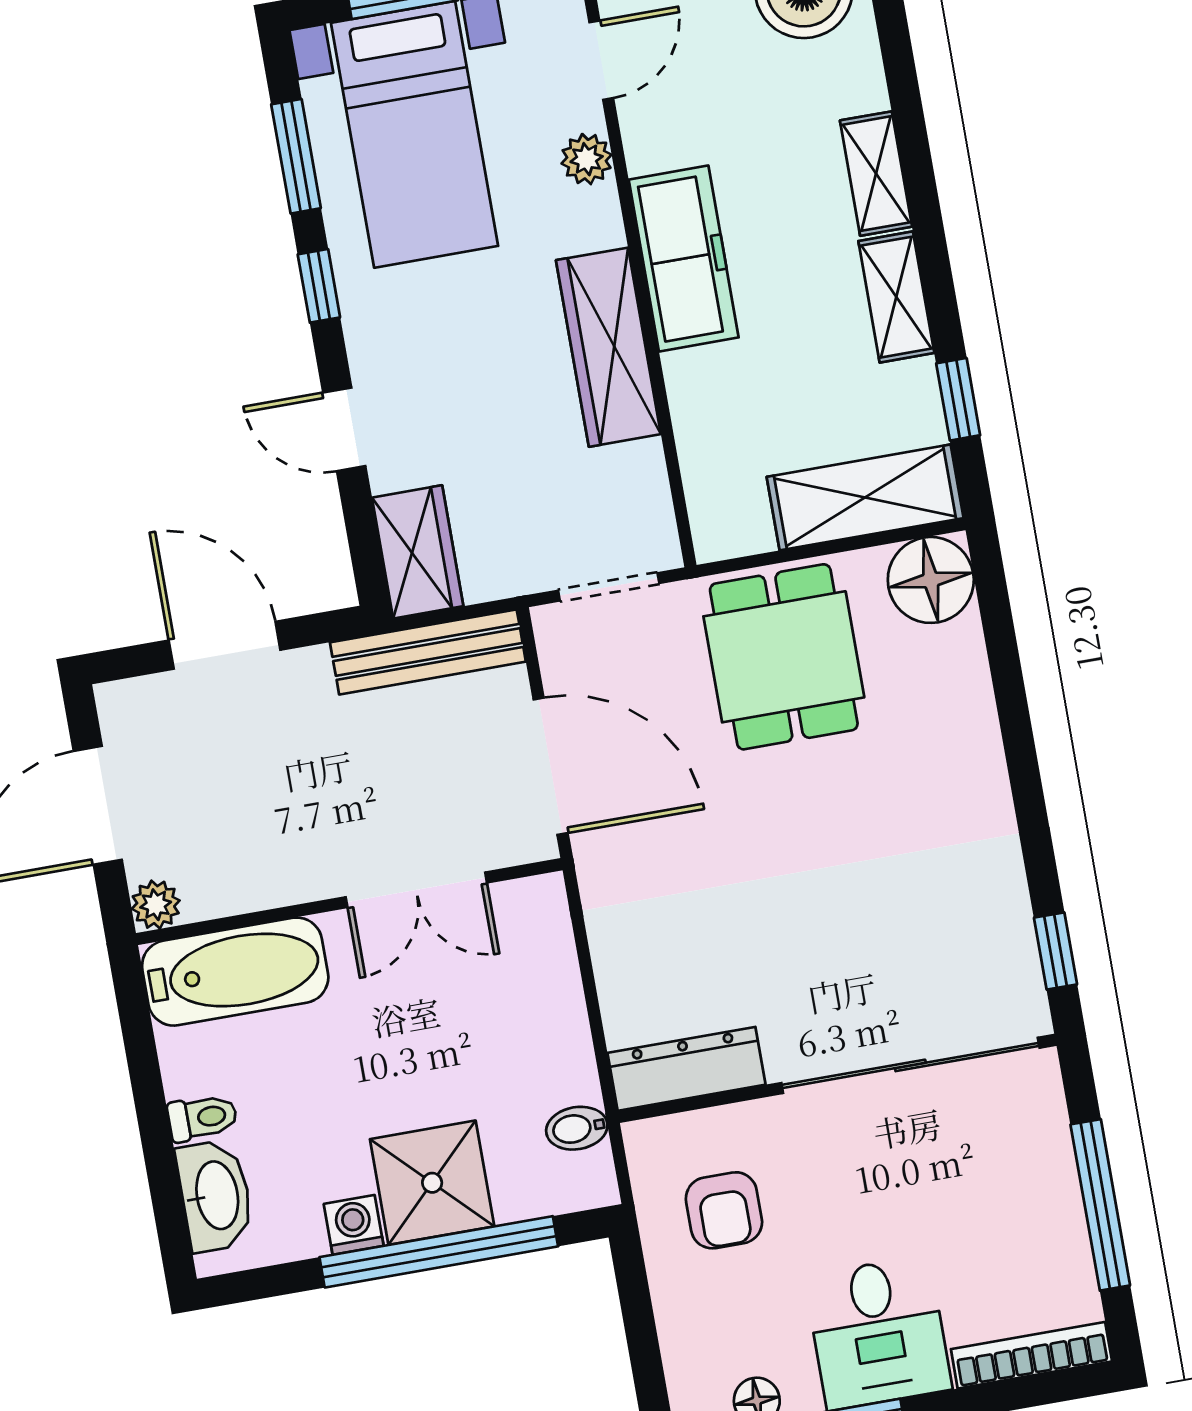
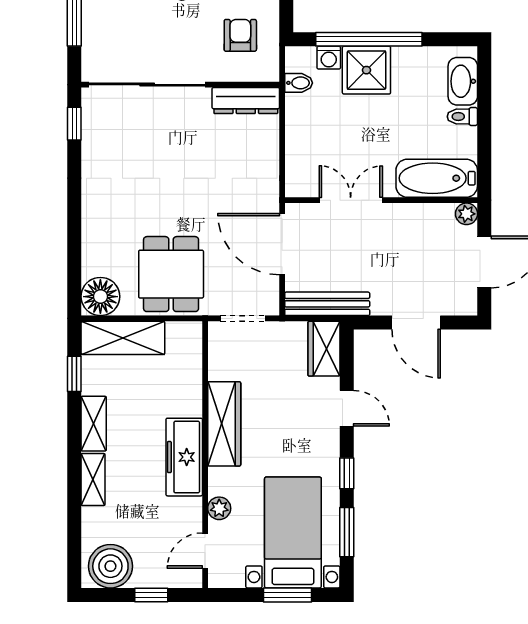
washing machine: (354, 1225) -> (329, 58), moved

